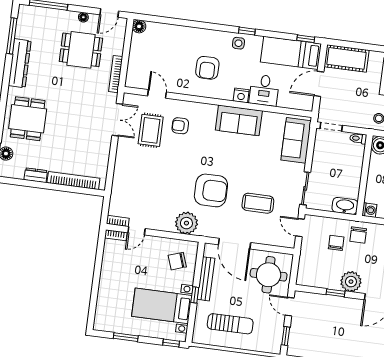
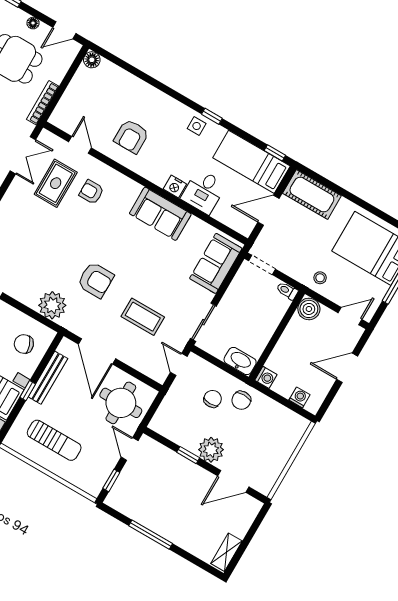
armchair: (207, 68) -> (131, 136), moved
armchair: (211, 190) -> (96, 280), width x0.73, depth x0.73

